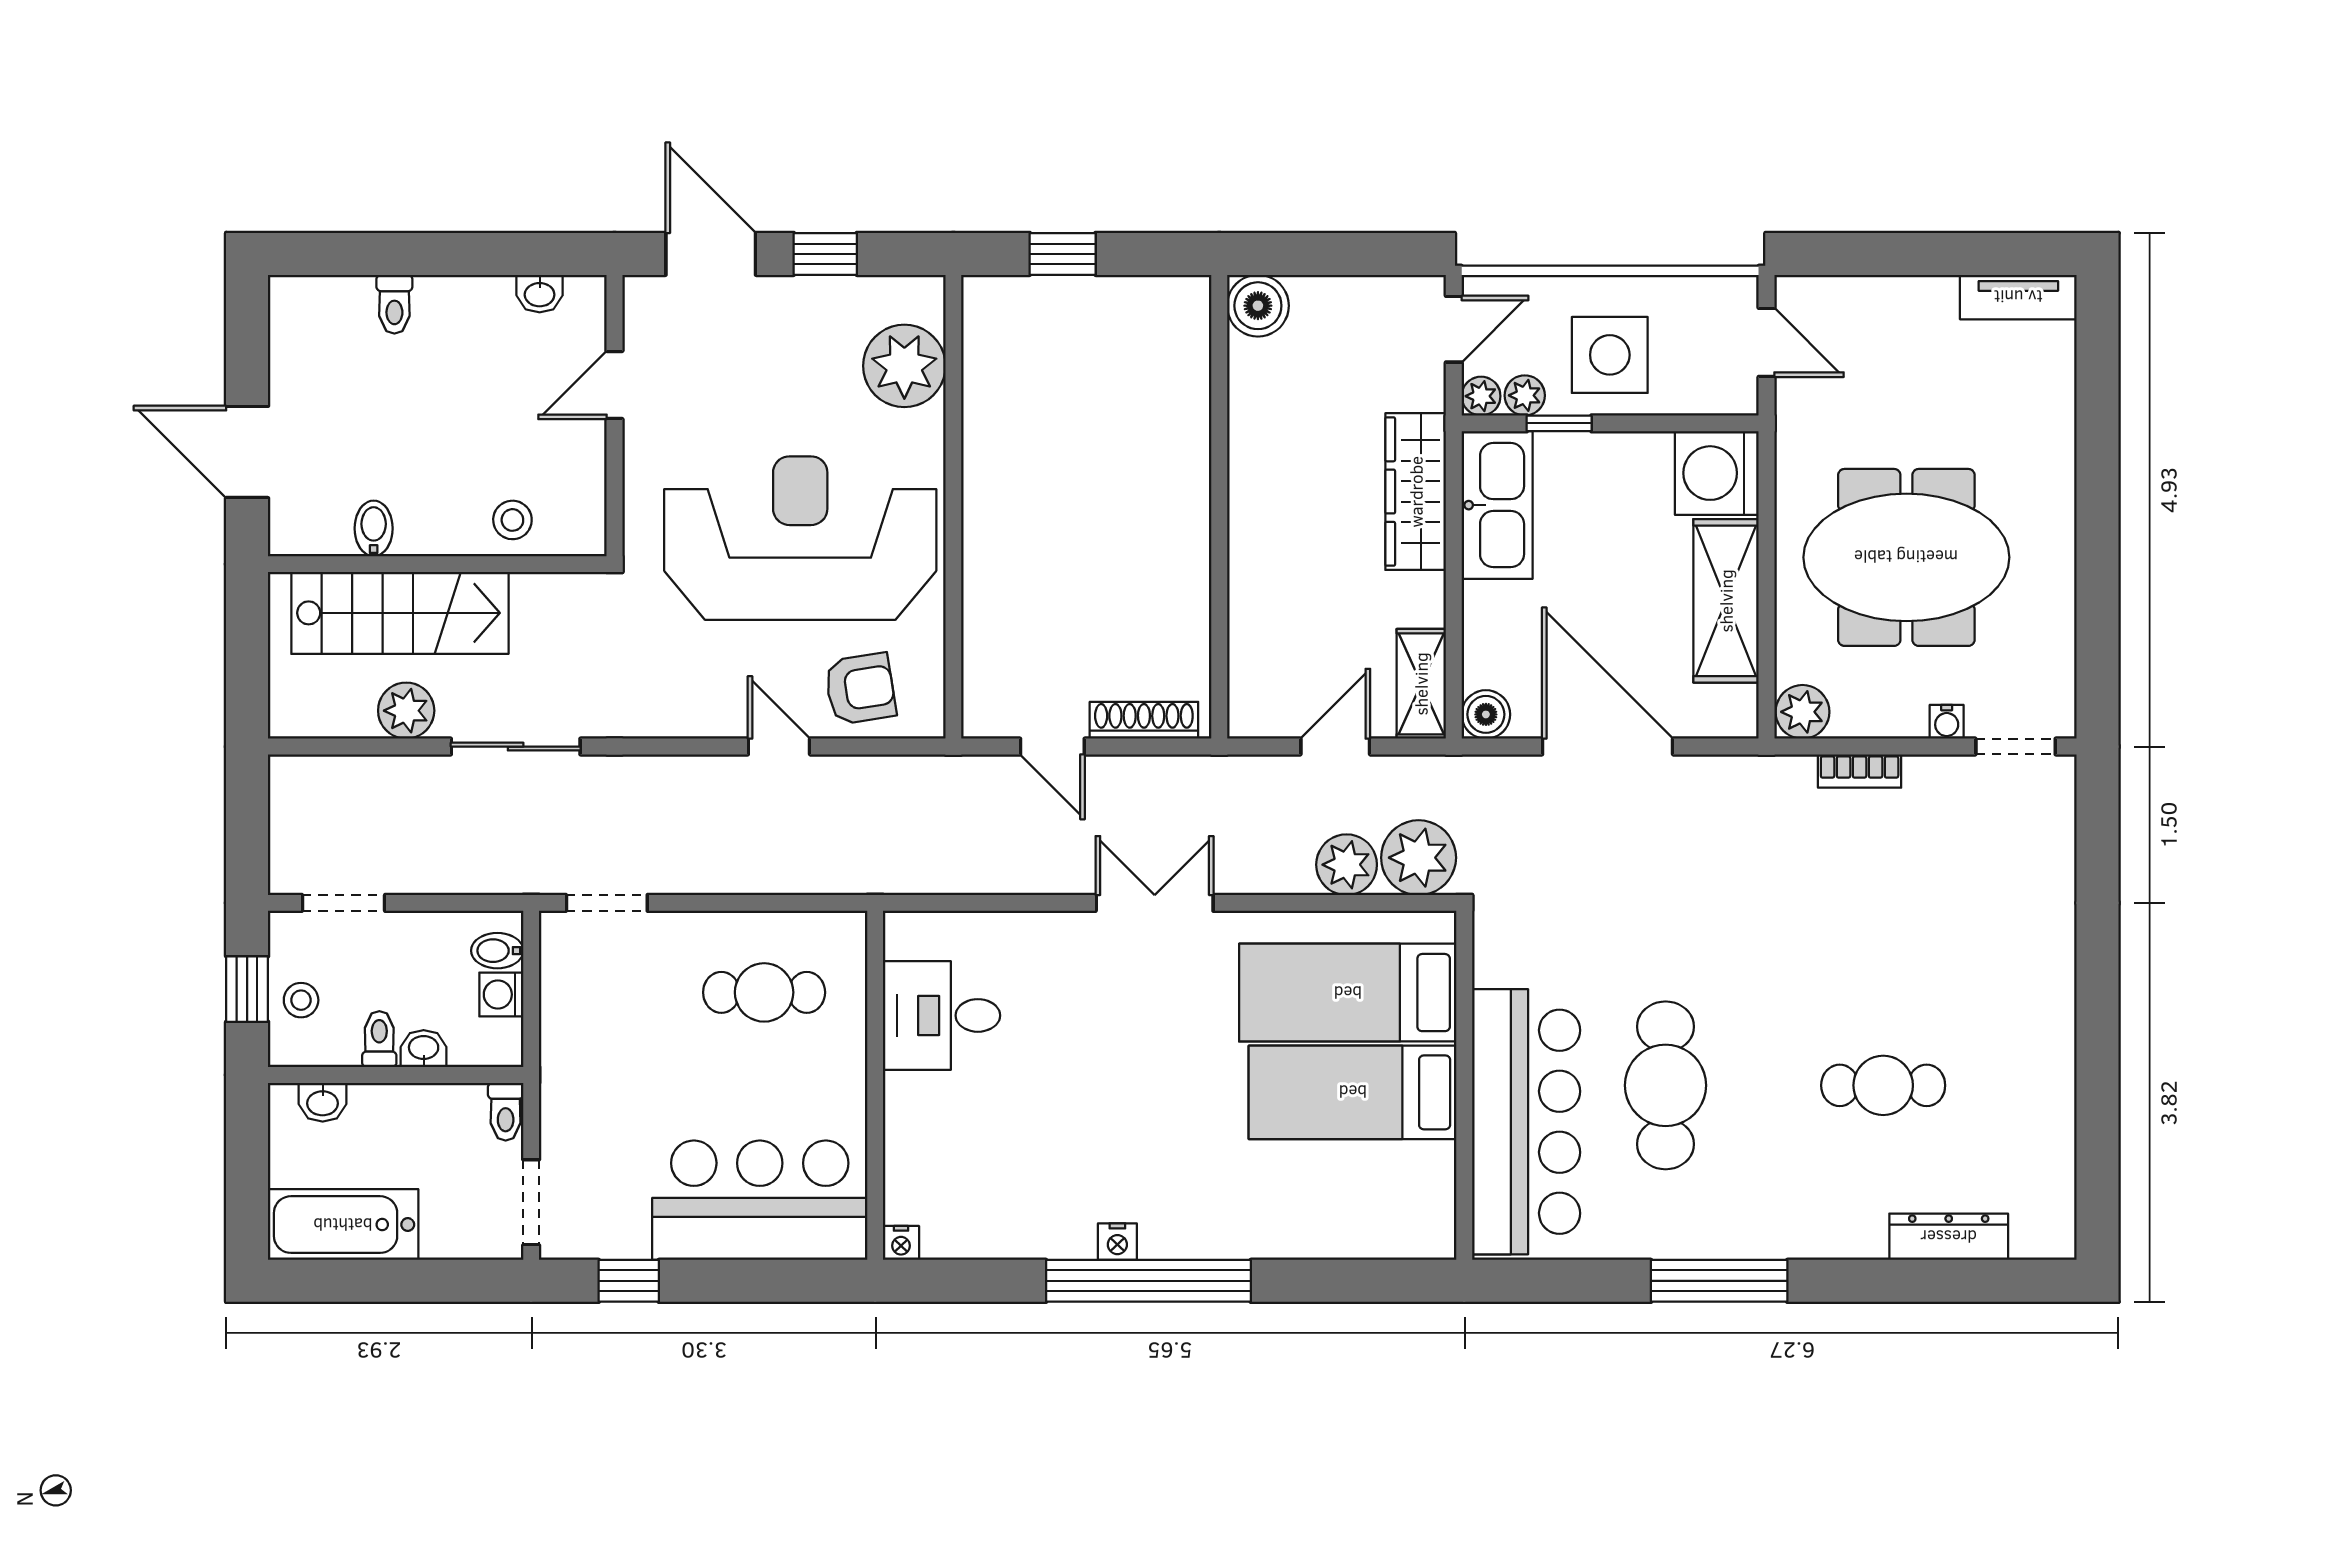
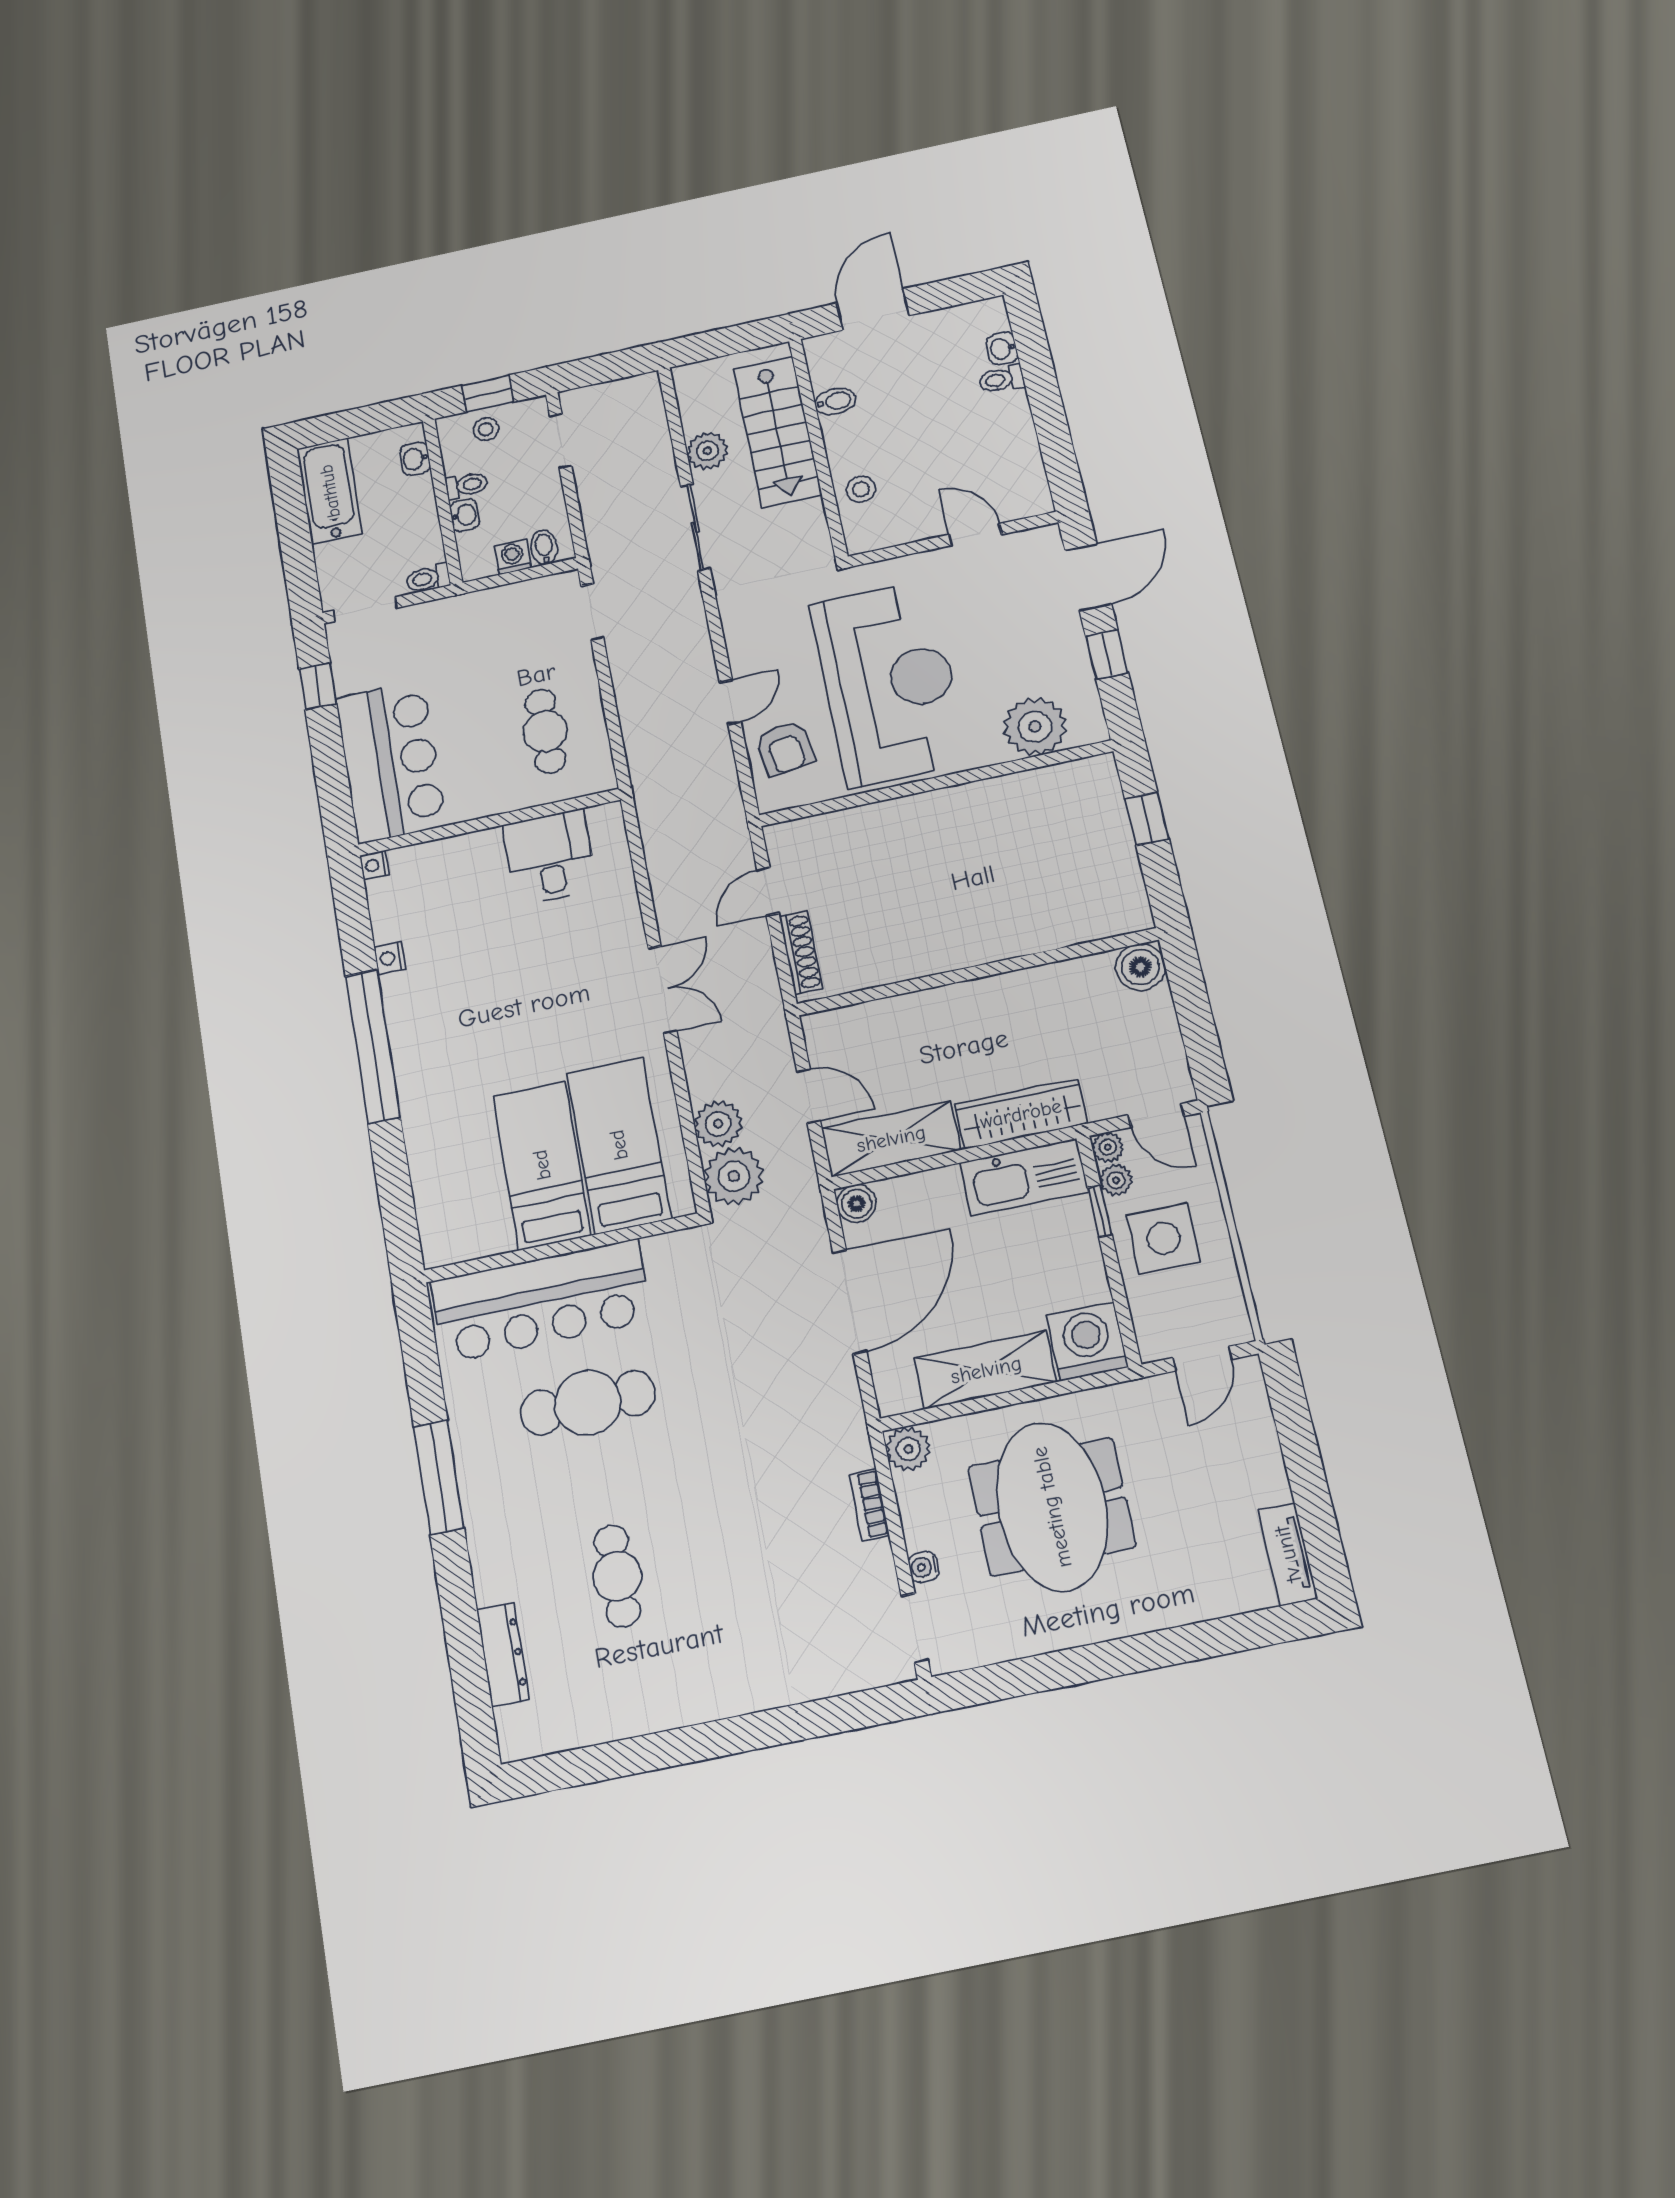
washbasin: (540, 294) -> (1002, 349), moved
shelving: (1421, 684) -> (891, 1139), width x1.50, depth x1.33
nightstand: (1117, 1242) -> (390, 958), moved

